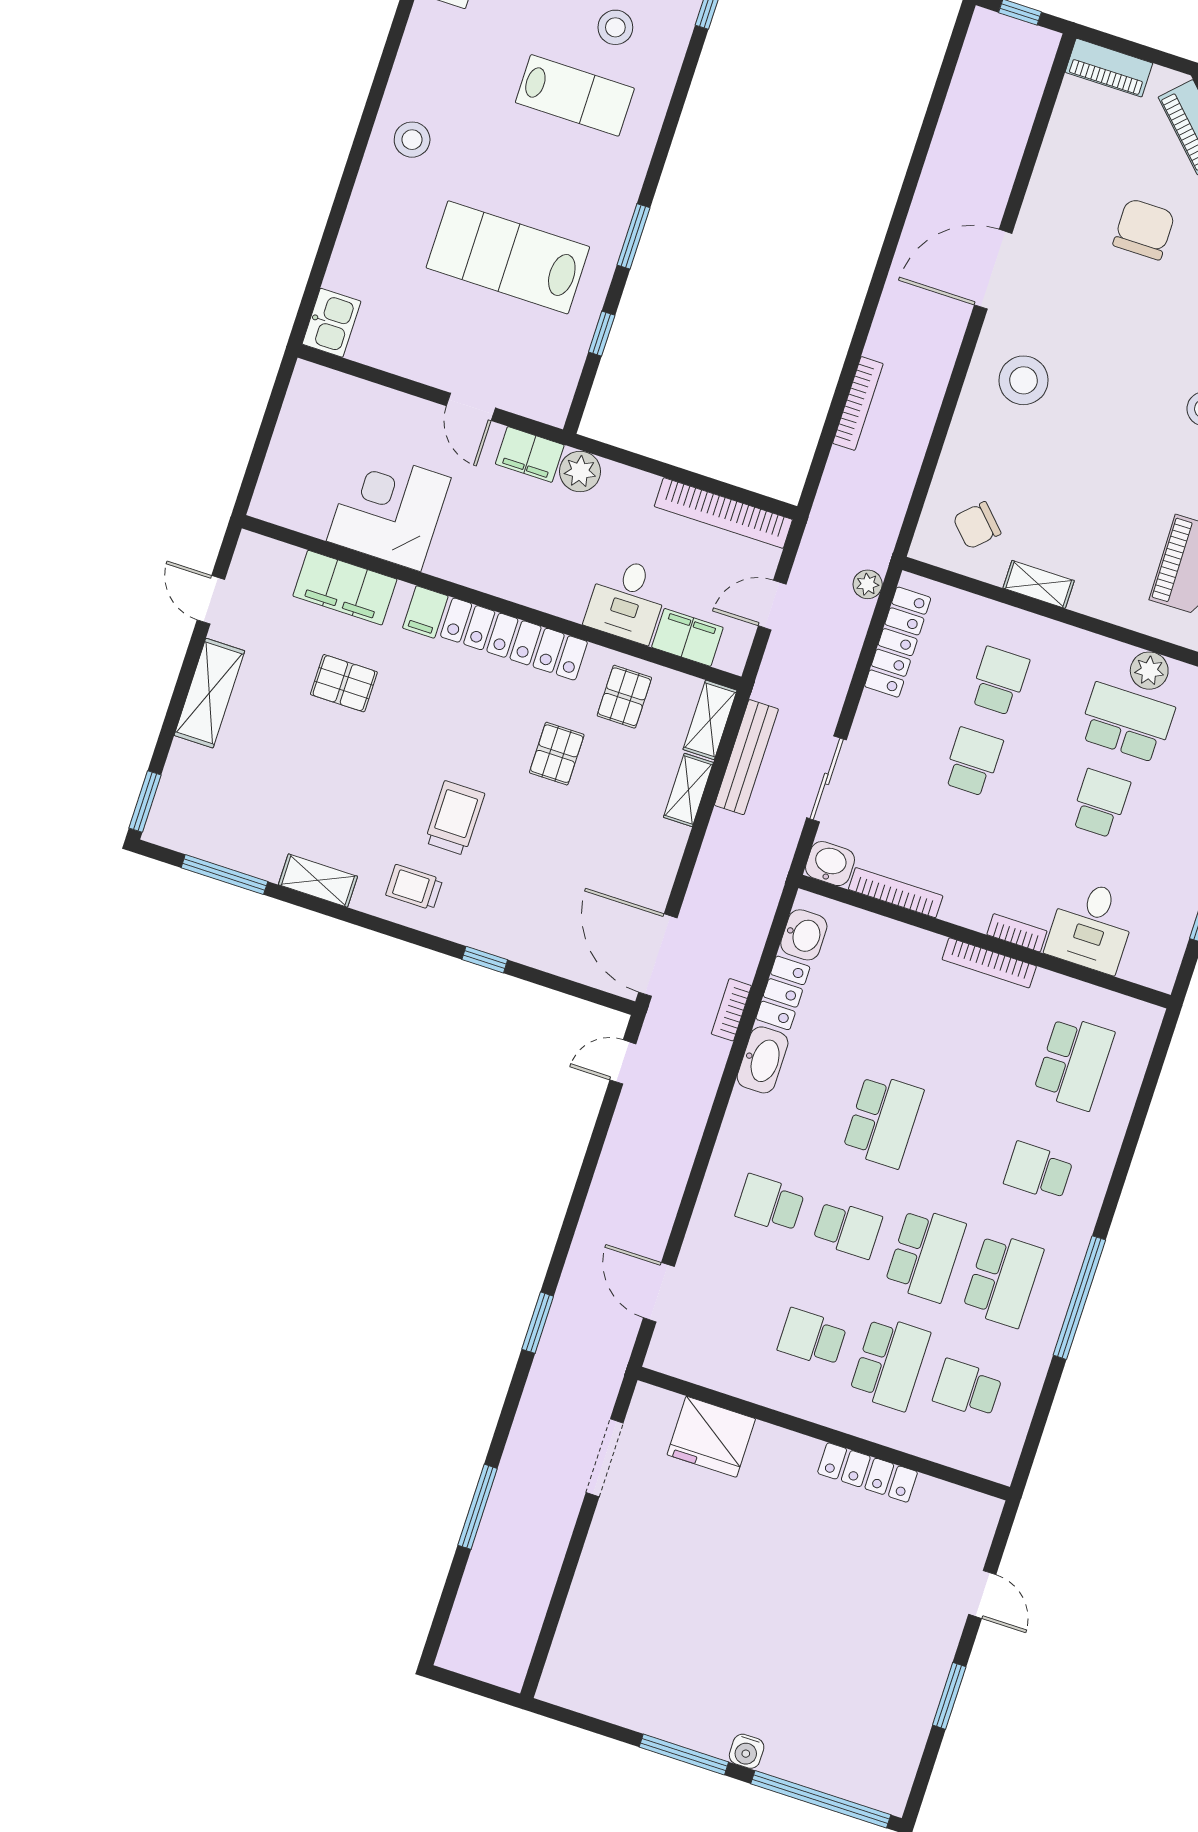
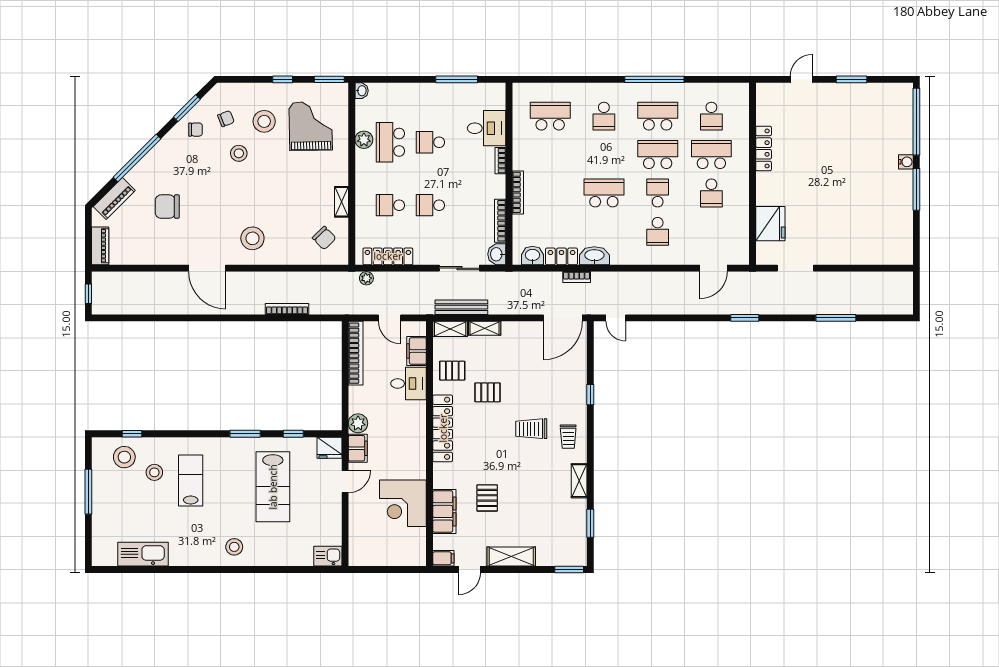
fridge: (550, 398) -> (329, 448), added
filing cabinet: (425, 612) -> (443, 558), moved
window: (224, 875) -> (590, 523), width x0.69
bookcase: (989, 963) -> (518, 192), moved

